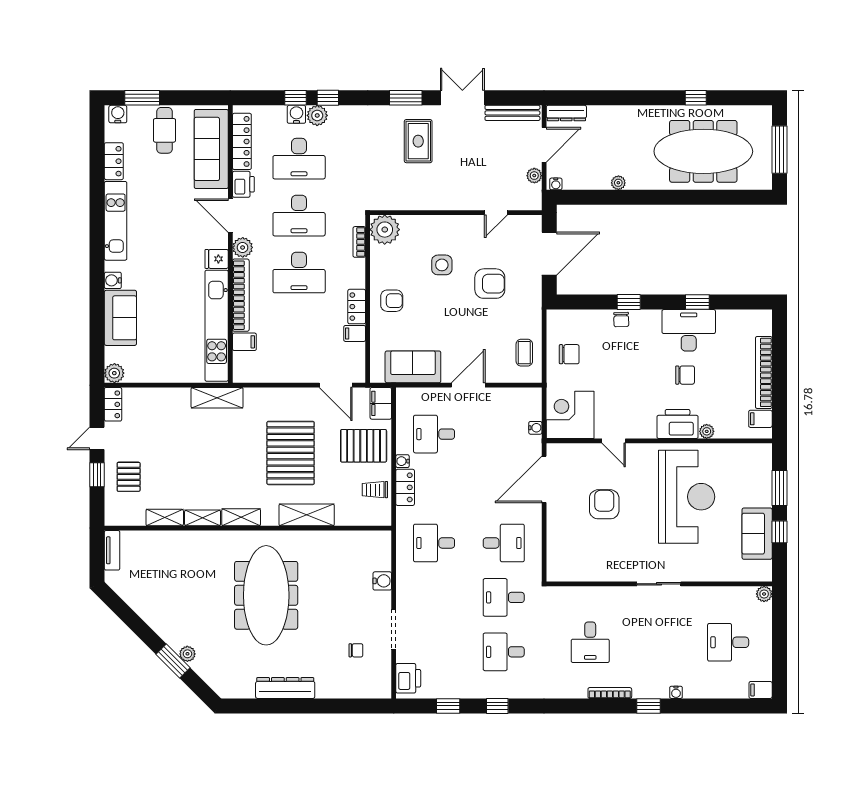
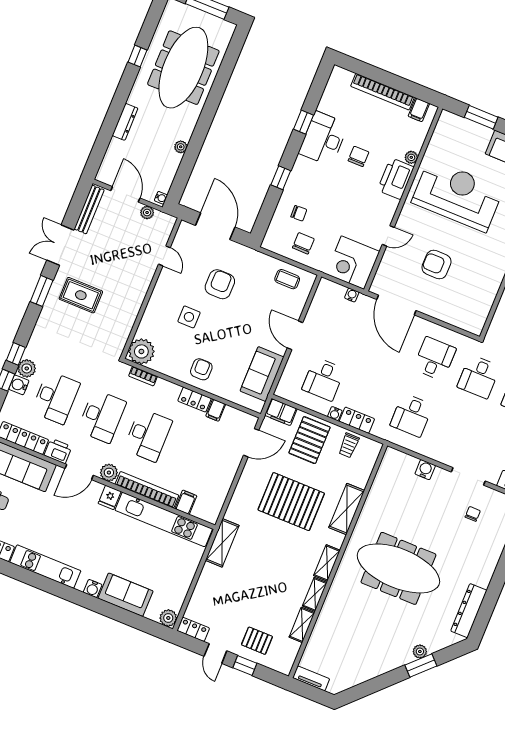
dresser: (566, 113) -> (125, 122), moved
chair: (621, 319) -> (299, 213), moved
dresser: (285, 688) -> (469, 611), moved

